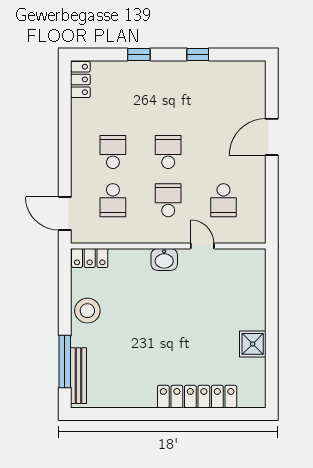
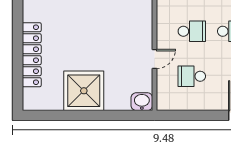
washbasin: (164, 259) -> (142, 102), moved, turned 90
shower: (253, 344) -> (84, 91), width x1.86, depth x1.86

